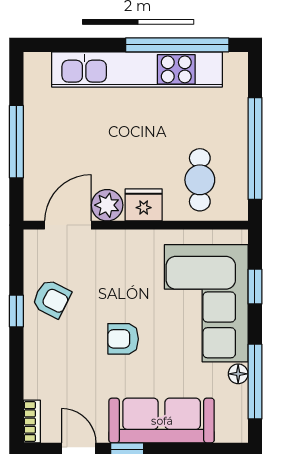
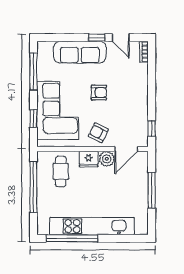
armchair: (52, 299) -> (98, 133), moved
window: (16, 311) -> (152, 129), moved
floor lamp: (238, 374) -> (42, 75), removed

